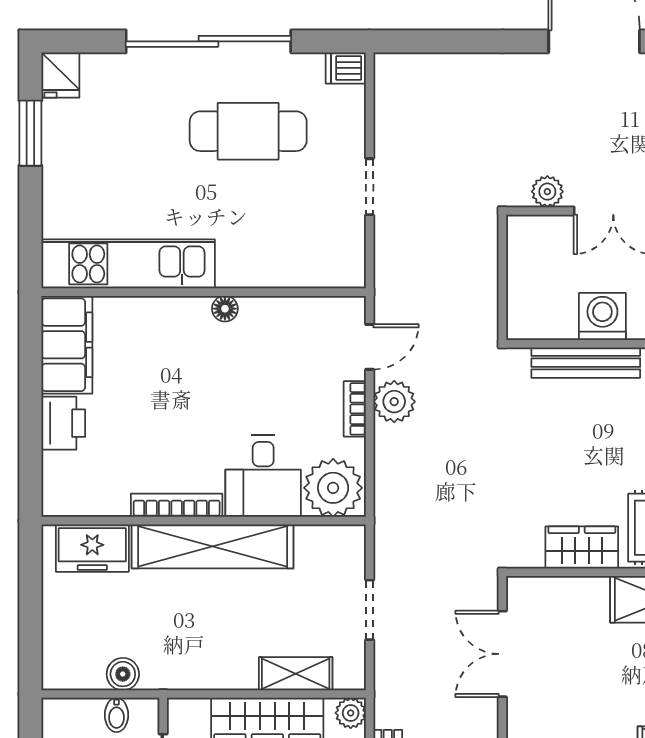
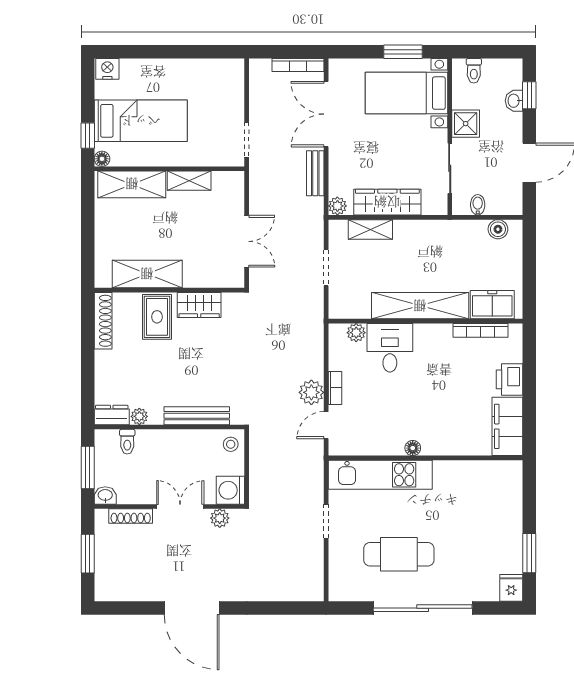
dishwasher: (346, 68) -> (340, 592), removed
kitchen unit: (128, 264) -> (380, 475), moved
stool: (529, 315) -> (231, 444), added
washing machine: (602, 316) -> (230, 490), moved, turned 90
plant: (333, 488) -> (356, 333), width x0.53, depth x0.53
bookcase: (177, 505) -> (481, 330), moved
boiler: (123, 674) -> (498, 229), moved

